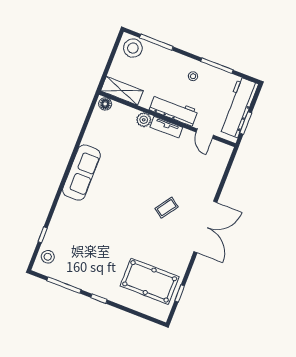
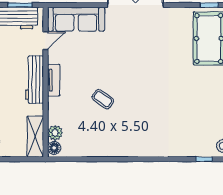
plant: (144, 120) -> (55, 133), moved
sofa: (81, 173) -> (76, 19), moved, turned 180
coffee table: (167, 208) -> (103, 99), moved

